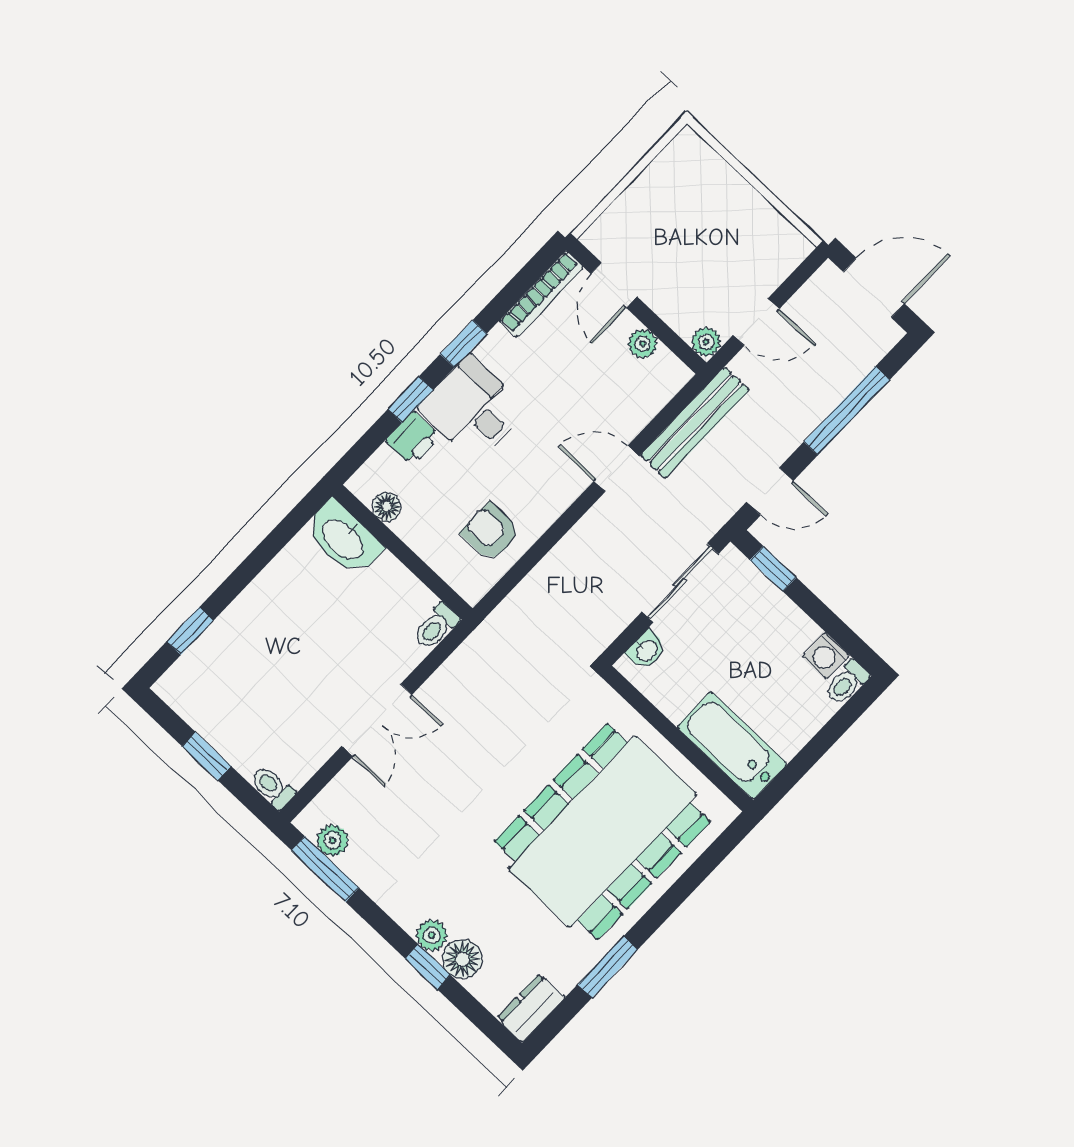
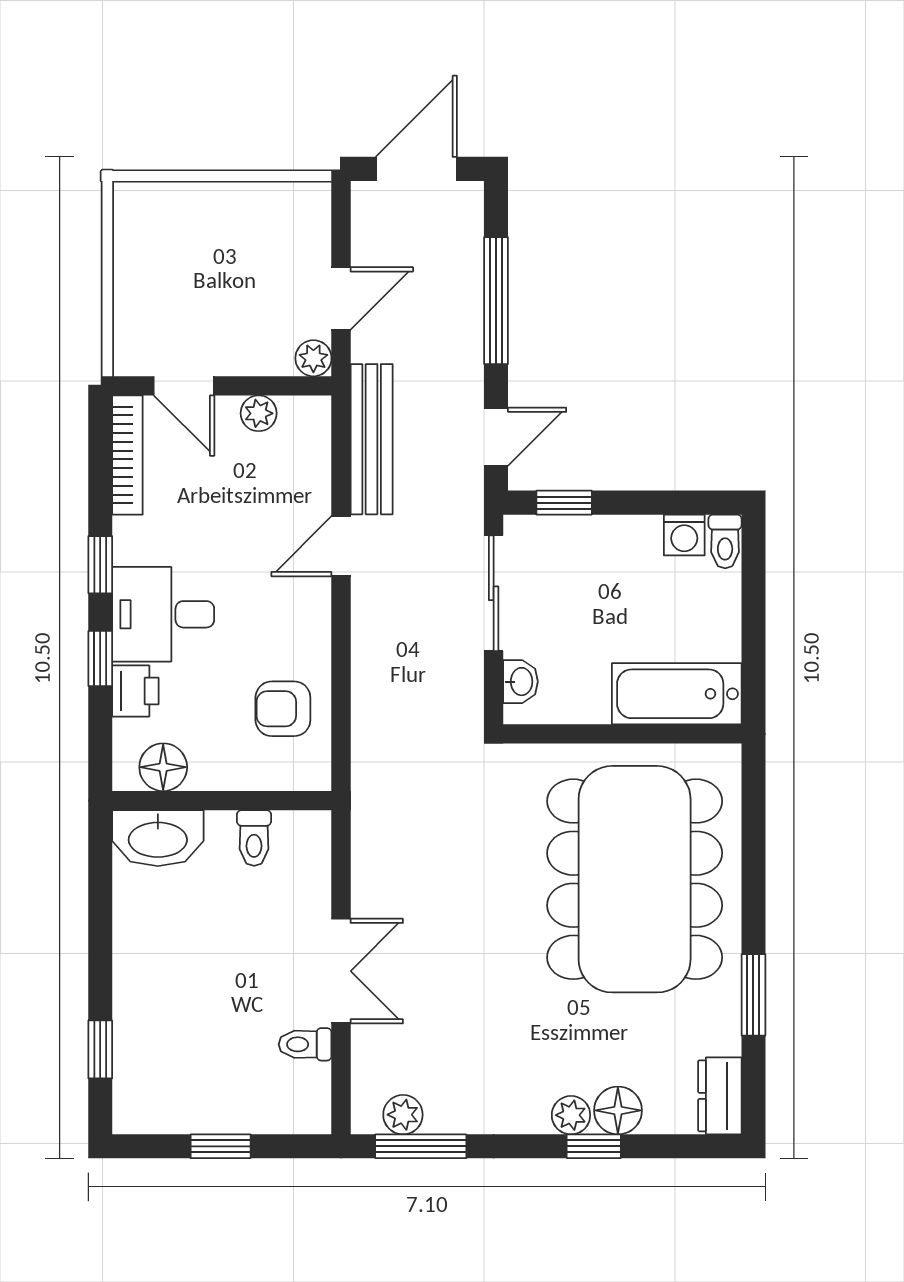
floor lamp: (387, 507) -> (163, 767), width x1.37, depth x1.37
toilet: (436, 627) -> (254, 838), moved
toilet: (273, 787) -> (305, 1044), moved

